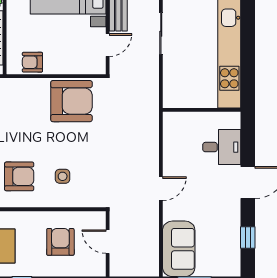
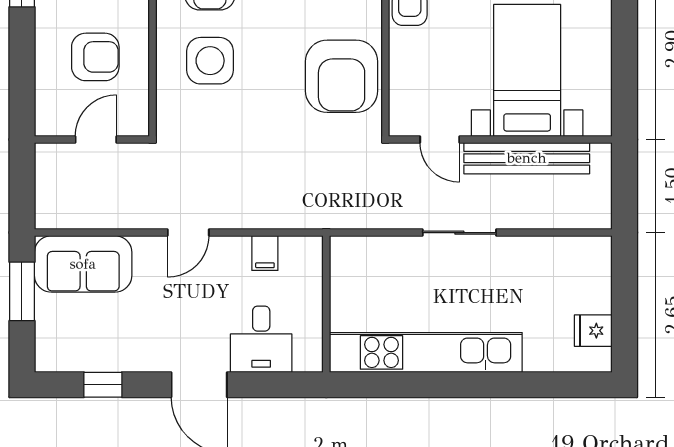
filing cabinet: (173, 145) -> (265, 253), added
side table: (63, 176) -> (210, 61), width x1.87, depth x1.87
door: (161, 189) -> (188, 233), hinge flipped

